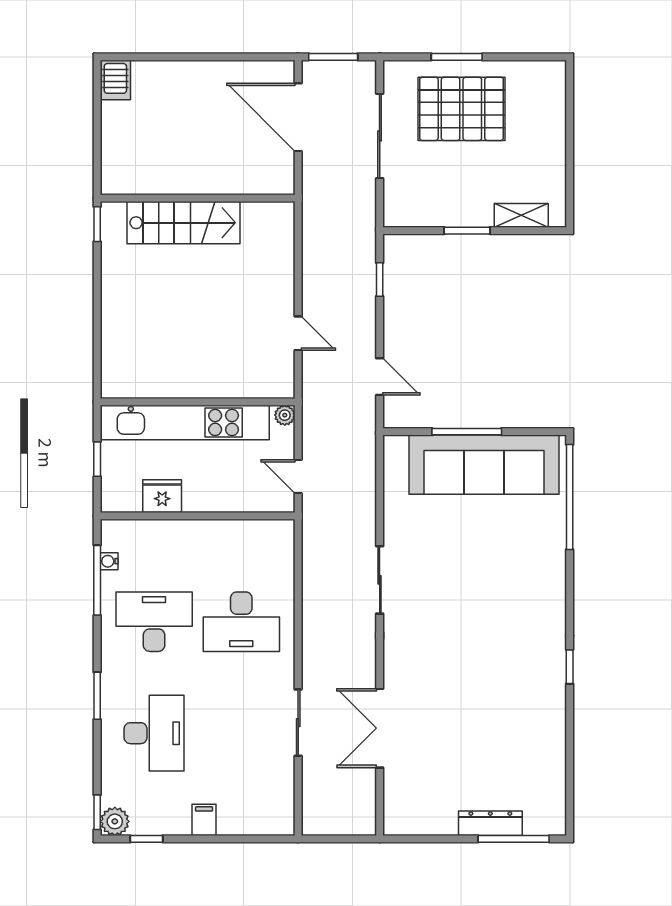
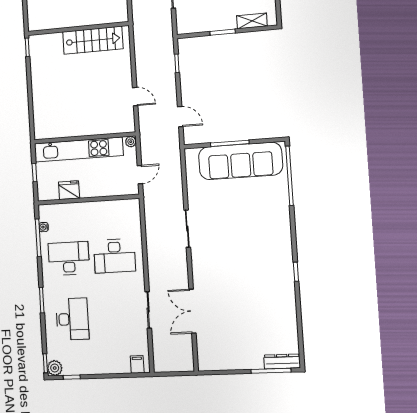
stairs: (183, 223) -> (93, 40), moved
door: (298, 477) -> (140, 175), swing flipped
filing cabinet: (204, 820) -> (137, 364), moved
dresser: (490, 823) -> (282, 361), moved

